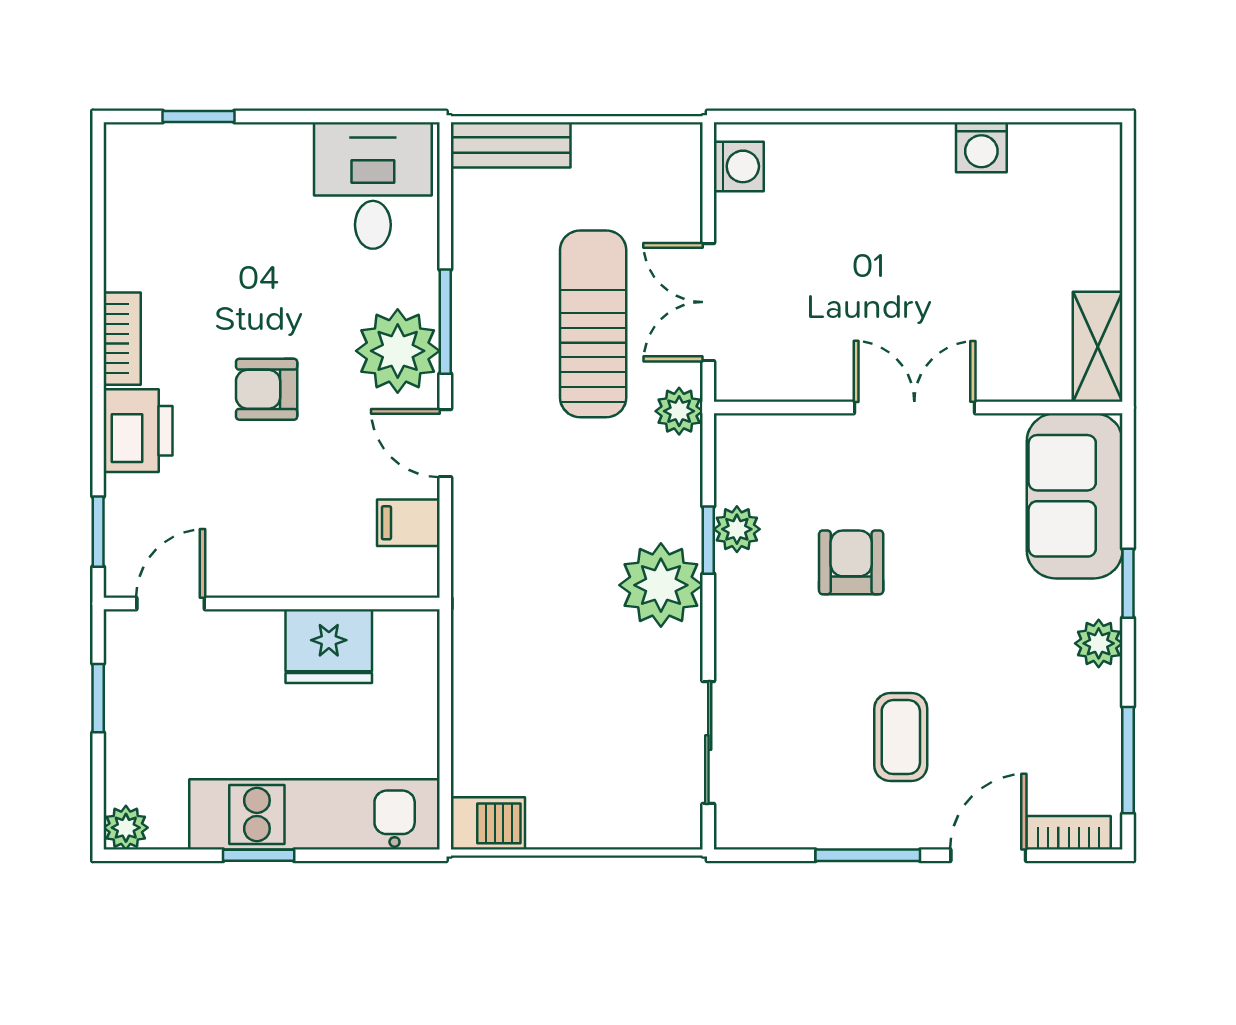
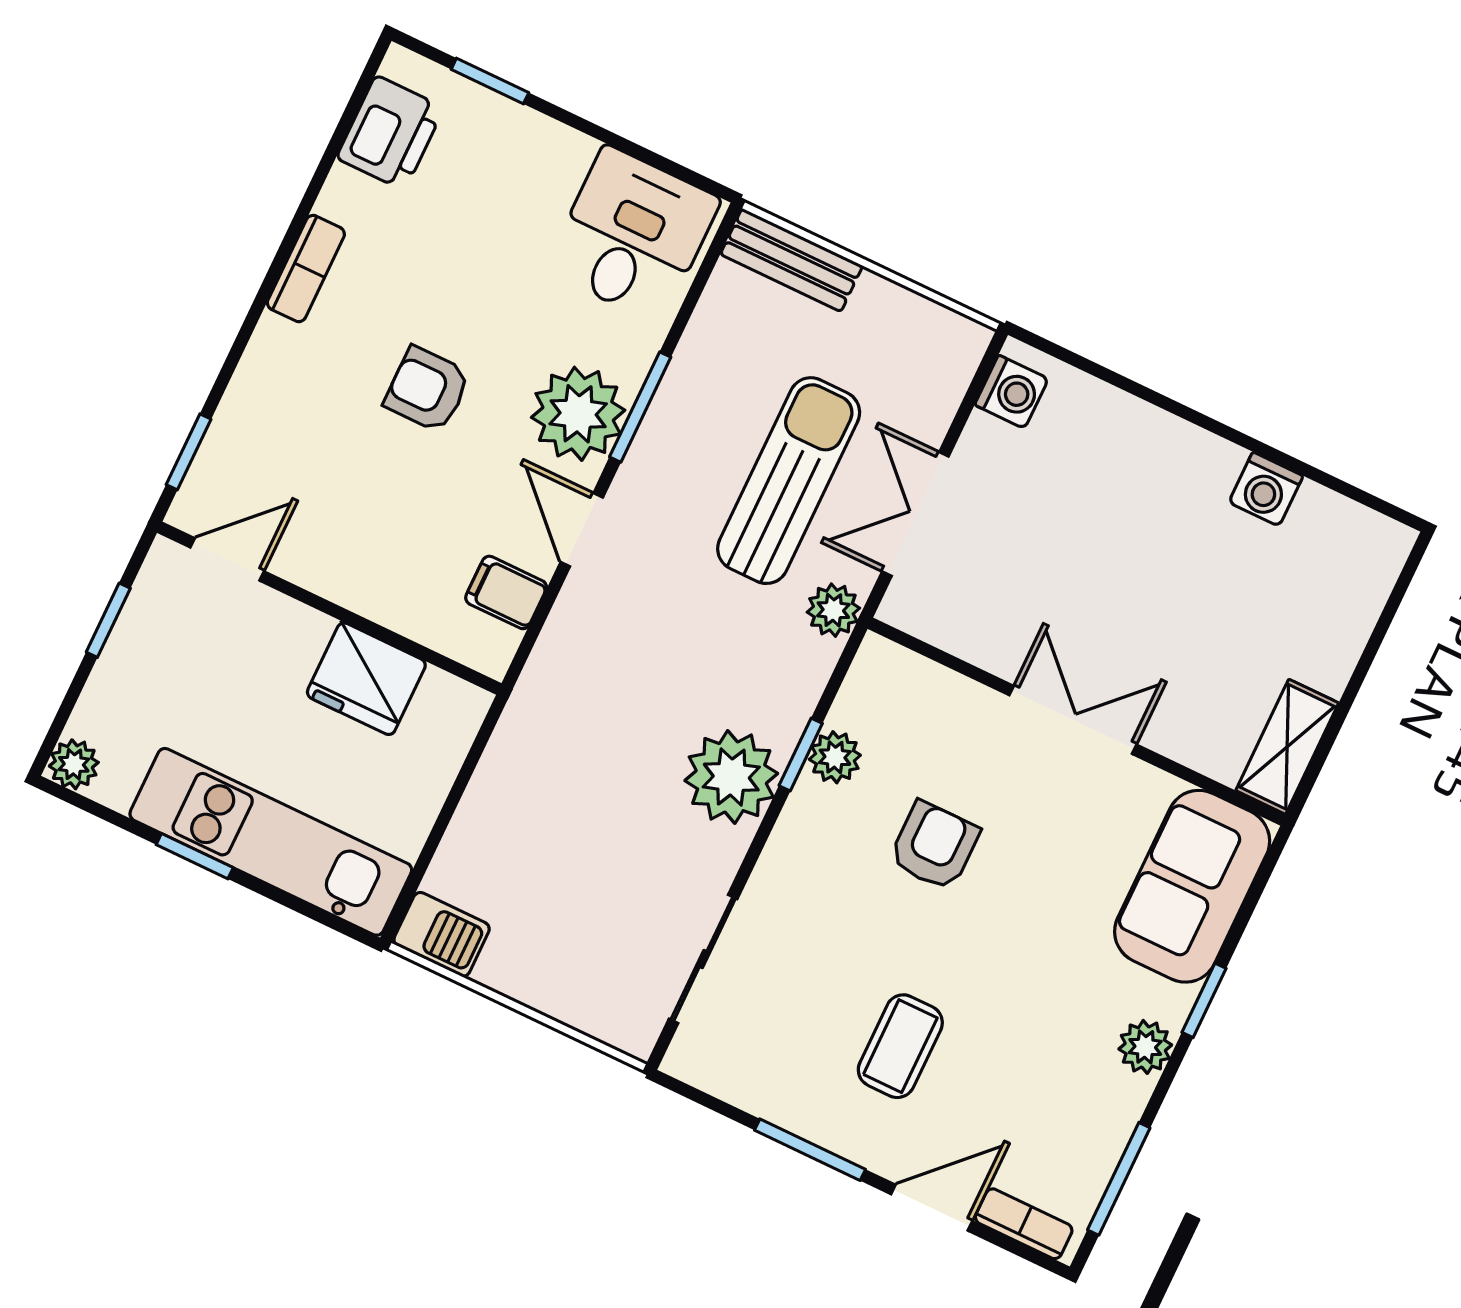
printer: (138, 431) -> (390, 133), moved

